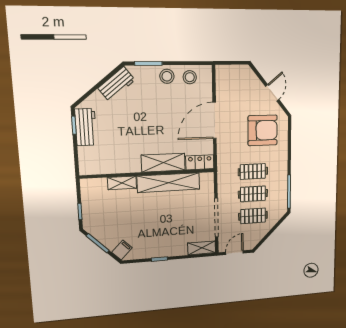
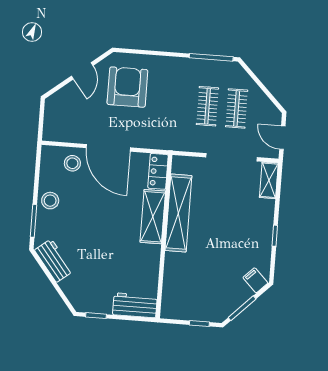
stool: (190, 77) -> (72, 163), moved
door: (272, 93) -> (82, 71), swing flipped
workbench: (86, 127) -> (135, 305), moved
clothes rail: (253, 171) -> (178, 104), removed
shelving: (122, 183) -> (171, 269), removed

